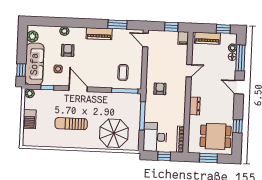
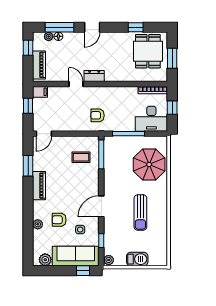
dresser: (195, 106) -> (94, 76), moved

